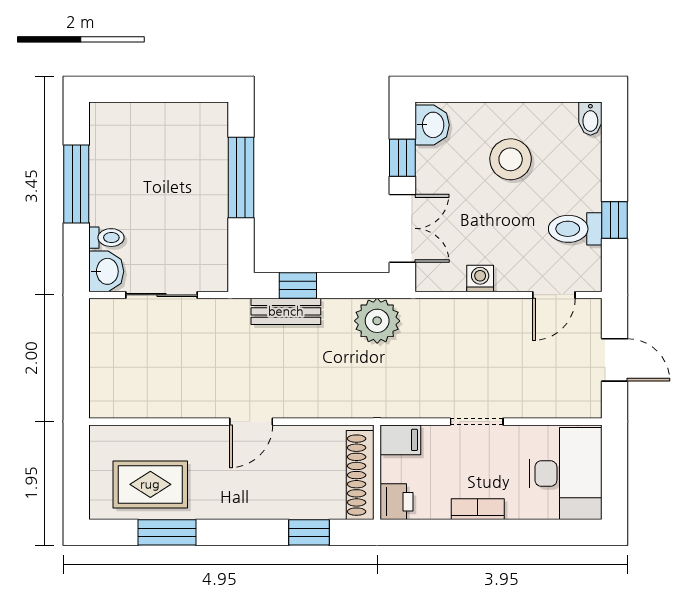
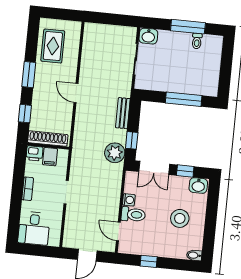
toilet: (575, 229) -> (133, 215), moved, turned 90
toilet: (106, 238) -> (197, 41), moved
window: (298, 285) -> (132, 140), moved
filing cabinet: (400, 440) -> (50, 157), moved
desk: (566, 474) -> (34, 228), width x0.73
window: (167, 532) -> (29, 75), moved

